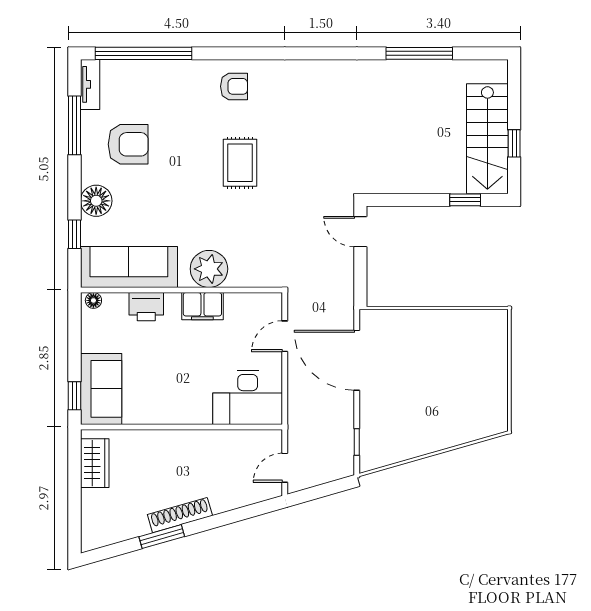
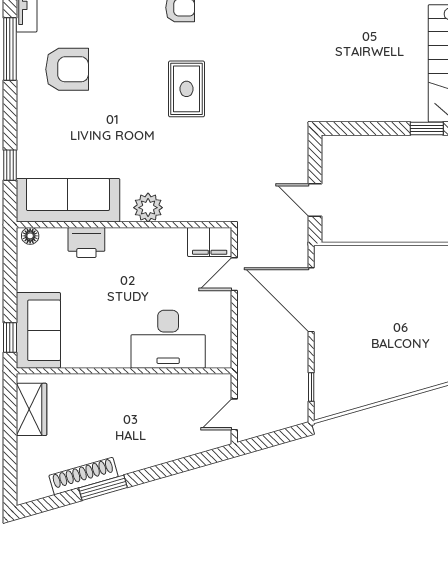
floor lamp: (96, 201) -> (33, 129), removed
door: (360, 232) -> (315, 200), moved
plant: (209, 269) -> (148, 208), width x0.73, depth x0.73
filing cabinet: (202, 306) -> (210, 242), moved
desk: (248, 397) -> (168, 339), moved
shoe rack: (180, 515) -> (84, 476), moved

